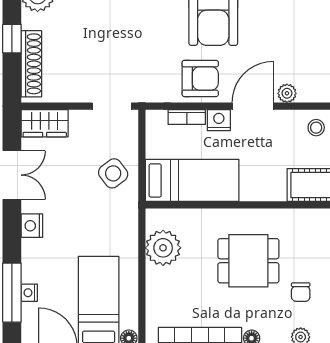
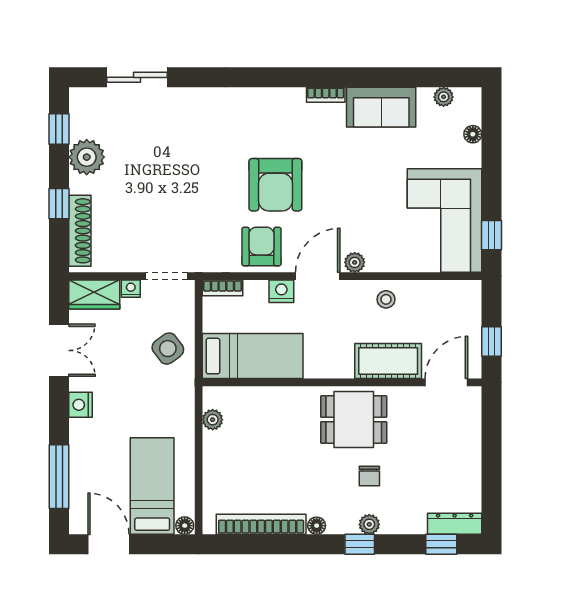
armchair: (200, 78) -> (261, 247), turned -90
bookcase: (187, 117) -> (222, 288), moved
plant: (163, 248) -> (213, 420), width x0.53, depth x0.53
dining table: (248, 261) -> (354, 420), moved
nightstand: (29, 293) -> (131, 289), moved, turned 90

